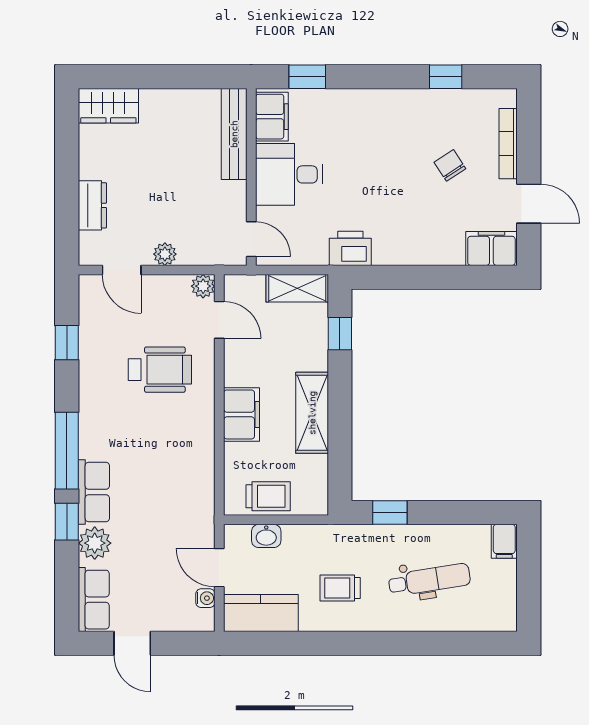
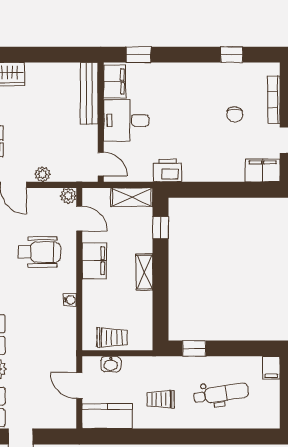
chair: (450, 165) -> (235, 114), turned -147
shelving: (312, 413) -> (144, 272), width x0.67, depth x0.75
filing cabinet: (242, 414) -> (94, 261), moved
water cooler: (205, 598) -> (70, 300), moved

